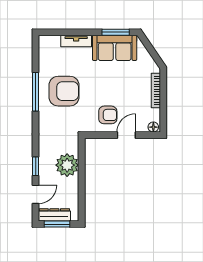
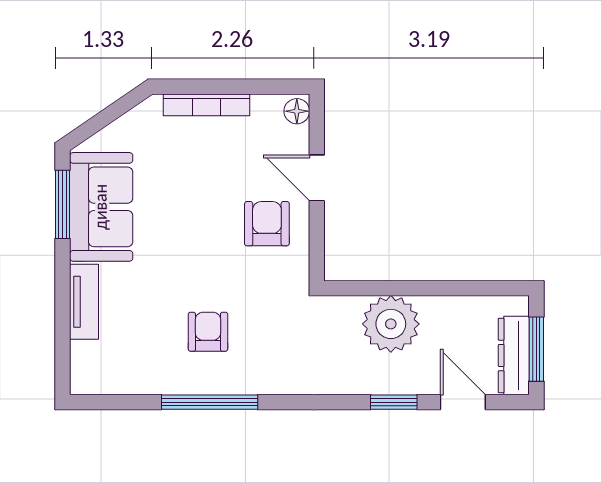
armchair: (64, 91) -> (208, 332), width x0.53, depth x0.53

